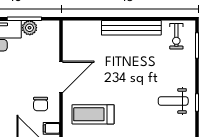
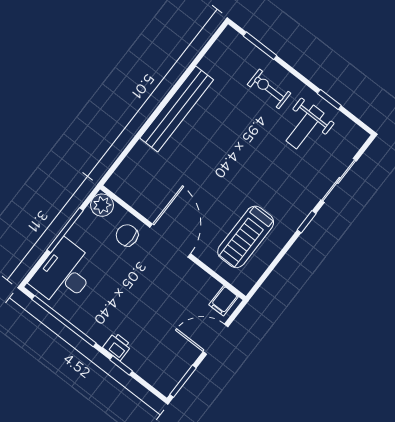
plant: (30, 28) -> (102, 205), moved
exercise bike: (176, 36) -> (269, 89), moved, turned 180
chair: (41, 104) -> (127, 235), moved, turned 180

